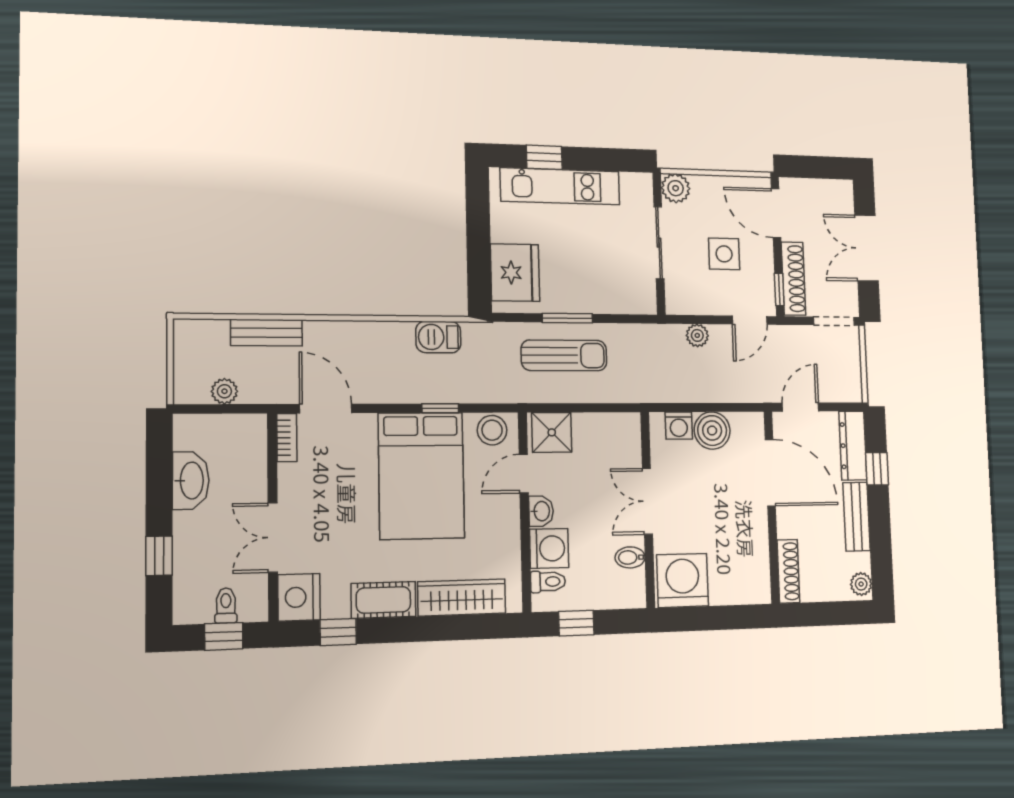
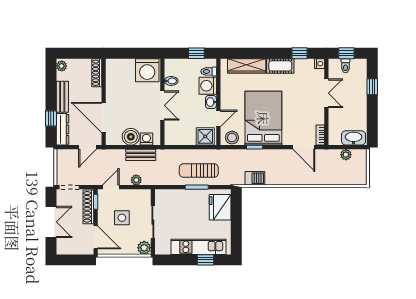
bench: (266, 333) -> (141, 155), moved
washbasin: (191, 481) -> (354, 138), moved, turned 90
nightstand: (299, 597) -> (319, 64), width x0.53, depth x0.56

